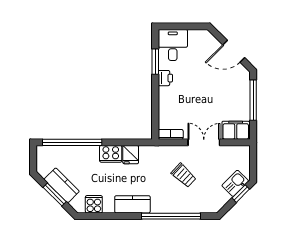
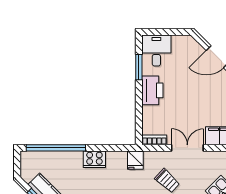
printer: (165, 78) -> (152, 90), width x1.87, depth x1.48
fridge: (131, 155) -> (135, 160), moved

